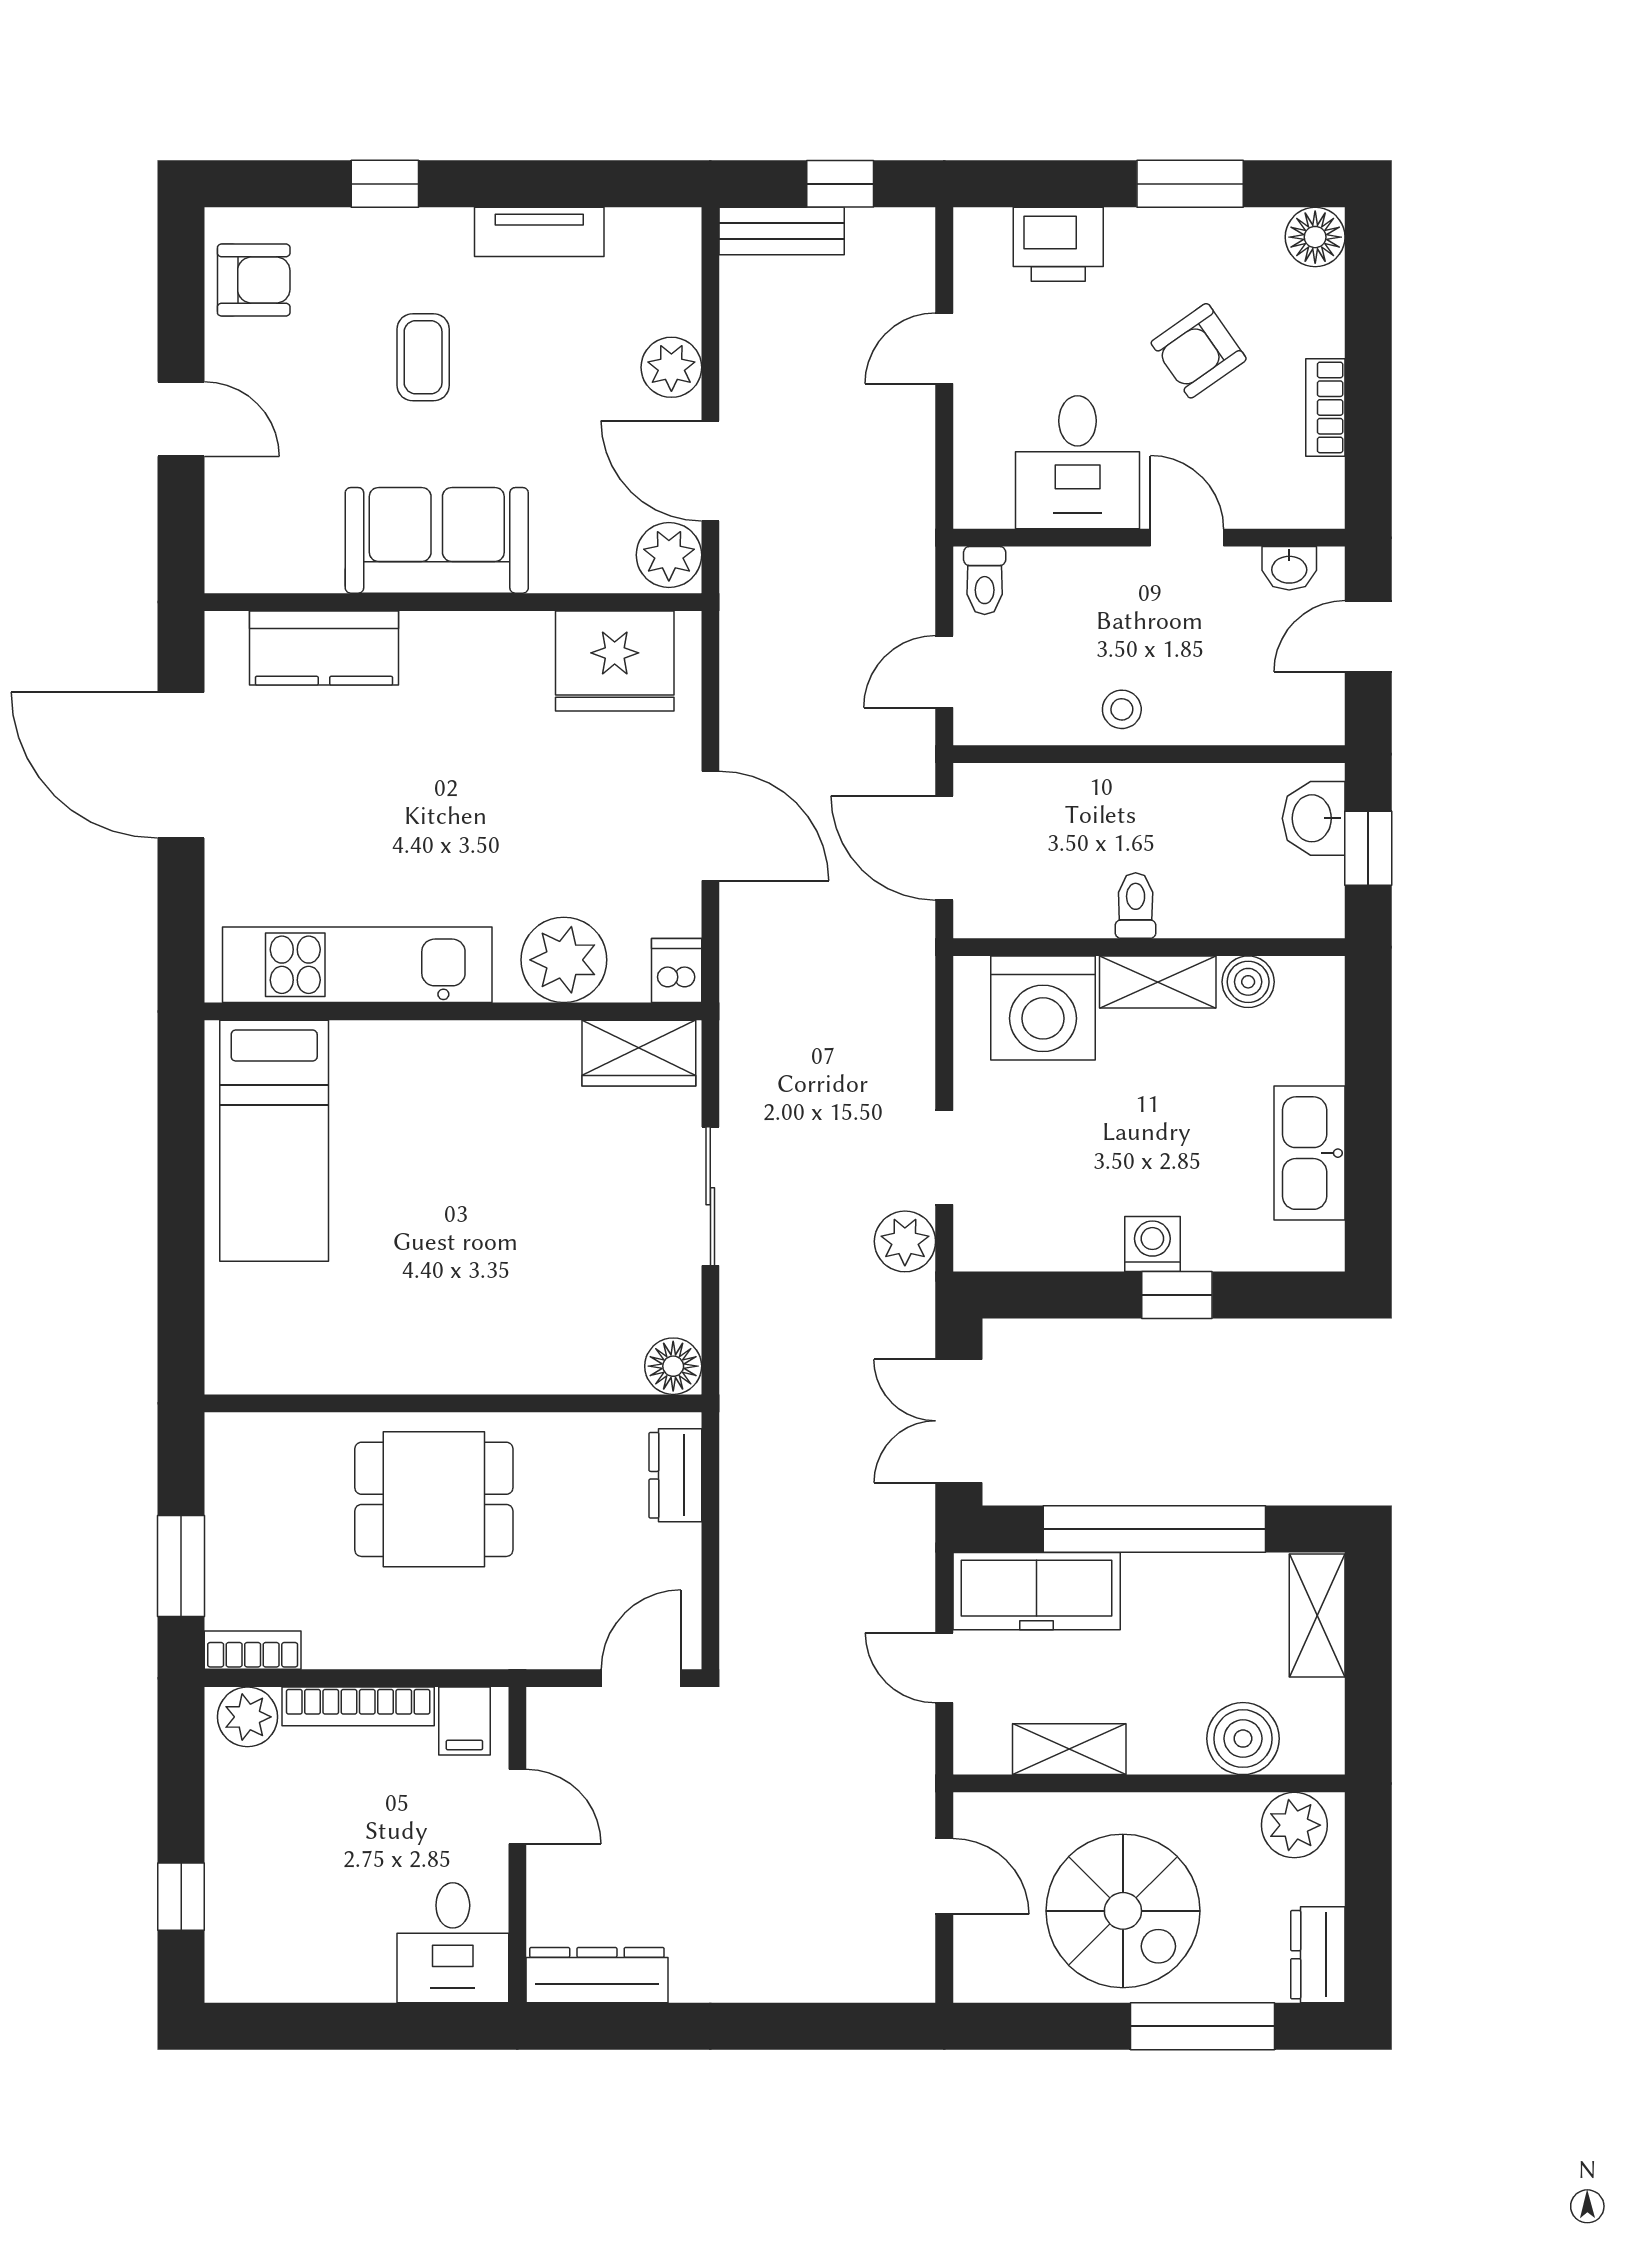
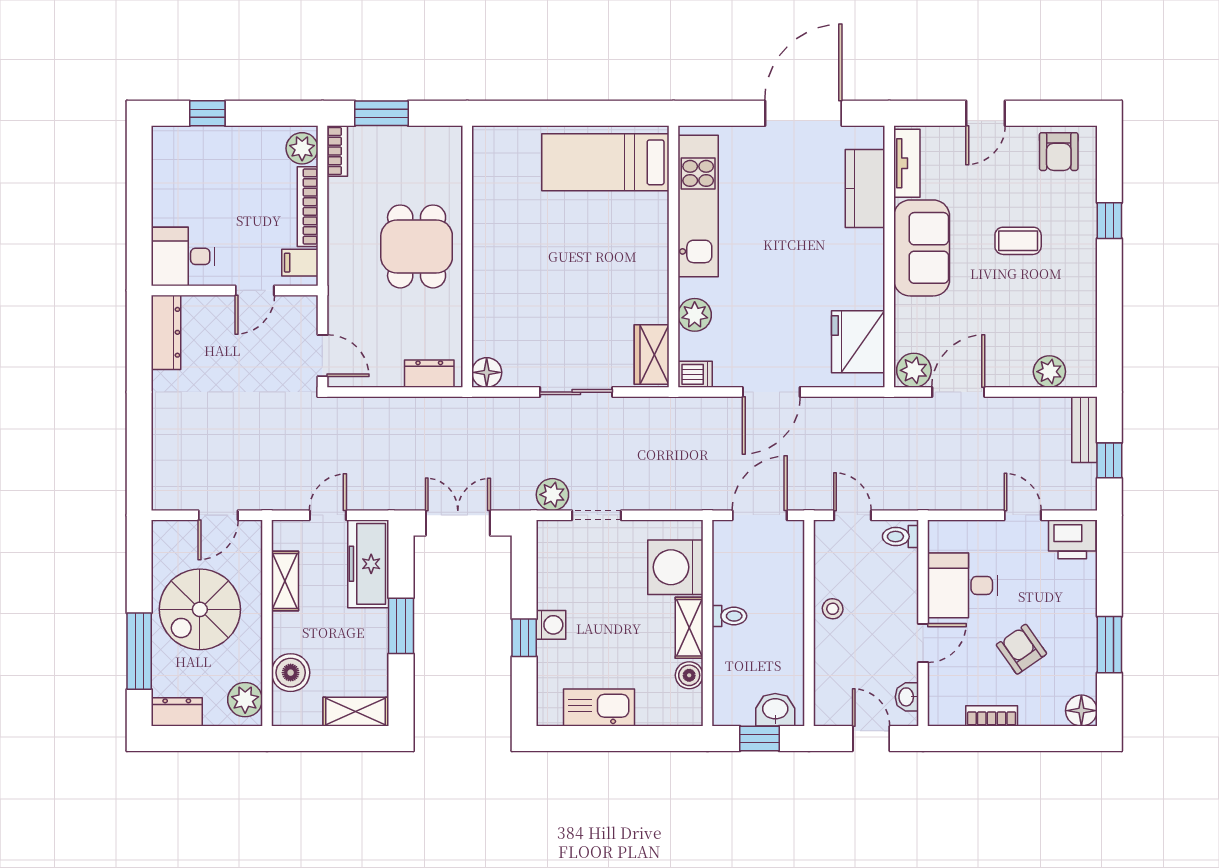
tv unit: (539, 232) -> (907, 163), moved, turned 180
printer: (1058, 244) -> (1072, 539), moved, turned -90
plant: (671, 367) -> (1049, 372), moved
plant: (564, 960) -> (695, 315), width x0.73, depth x0.73
window: (1154, 1529) -> (401, 626), width x0.47

